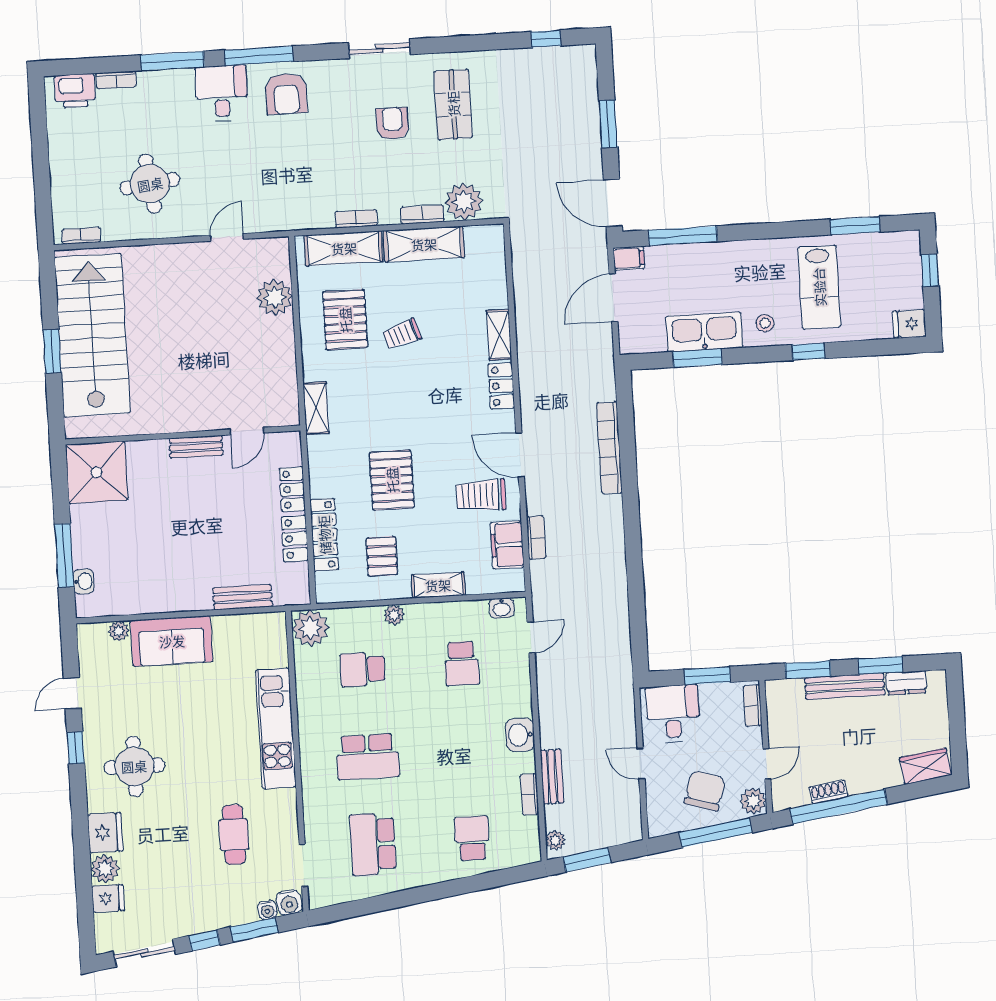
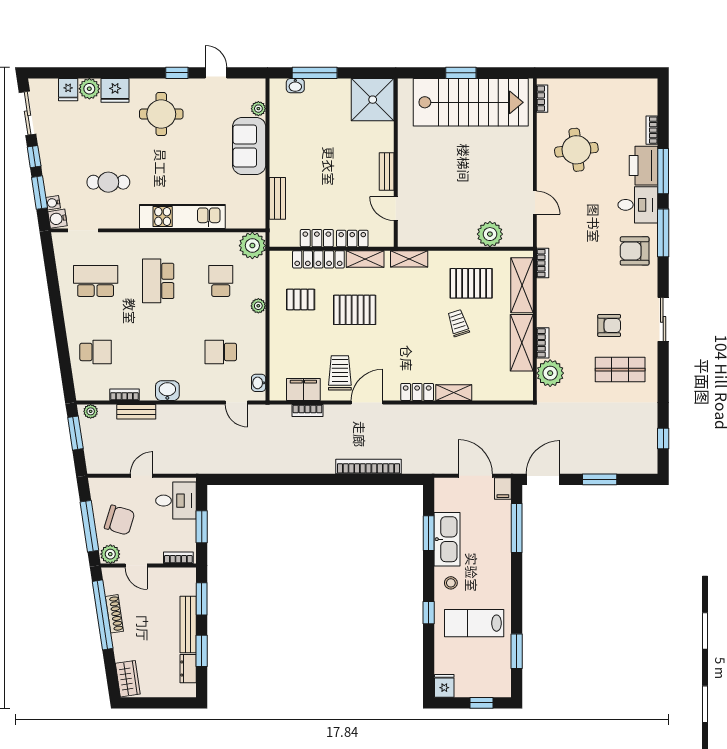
printer: (75, 91) -> (644, 166), moved, width x1.37, depth x1.19
bookcase: (356, 219) -> (543, 263), moved
shelving: (438, 585) -> (365, 259), moved, turned 90
shoe rack: (828, 792) -> (114, 614), width x1.43

